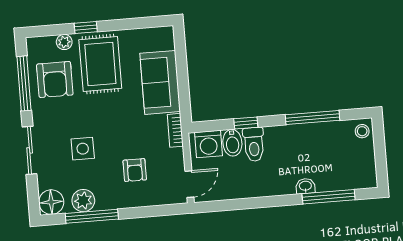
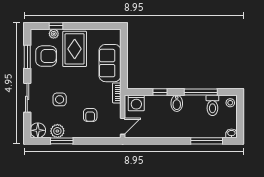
window: (86, 27) -> (56, 26), moved
armchair: (55, 80) -> (46, 56), turned -90
window: (24, 83) -> (27, 57), width x0.69
bidet: (232, 143) -> (177, 103), moved
toilet: (254, 144) -> (212, 105), moved
washbasin: (305, 186) -> (231, 133), moved
window: (92, 216) -> (62, 141), width x0.69

